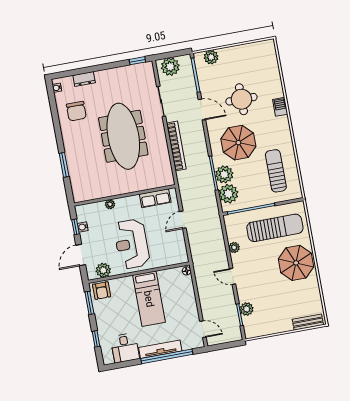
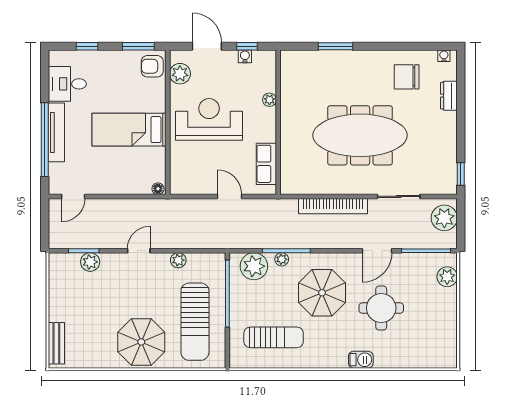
plant: (224, 174) -> (282, 259), width x0.53, depth x0.53

